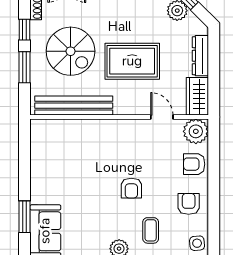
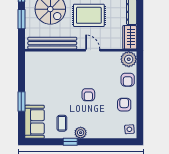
door: (162, 117) -> (93, 50), moved
armchair: (194, 164) -> (128, 80), turned -90
window: (25, 217) -> (21, 101), moved
coffee table: (151, 230) -> (62, 123), moved

